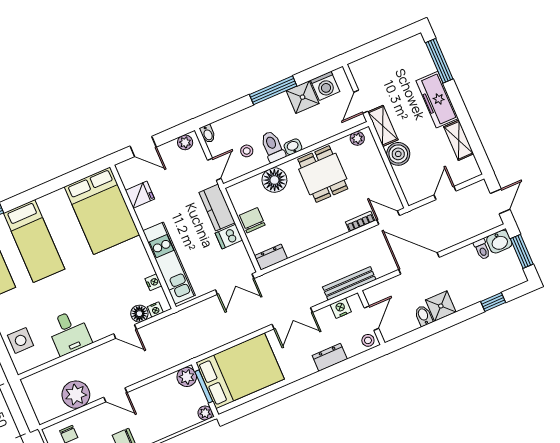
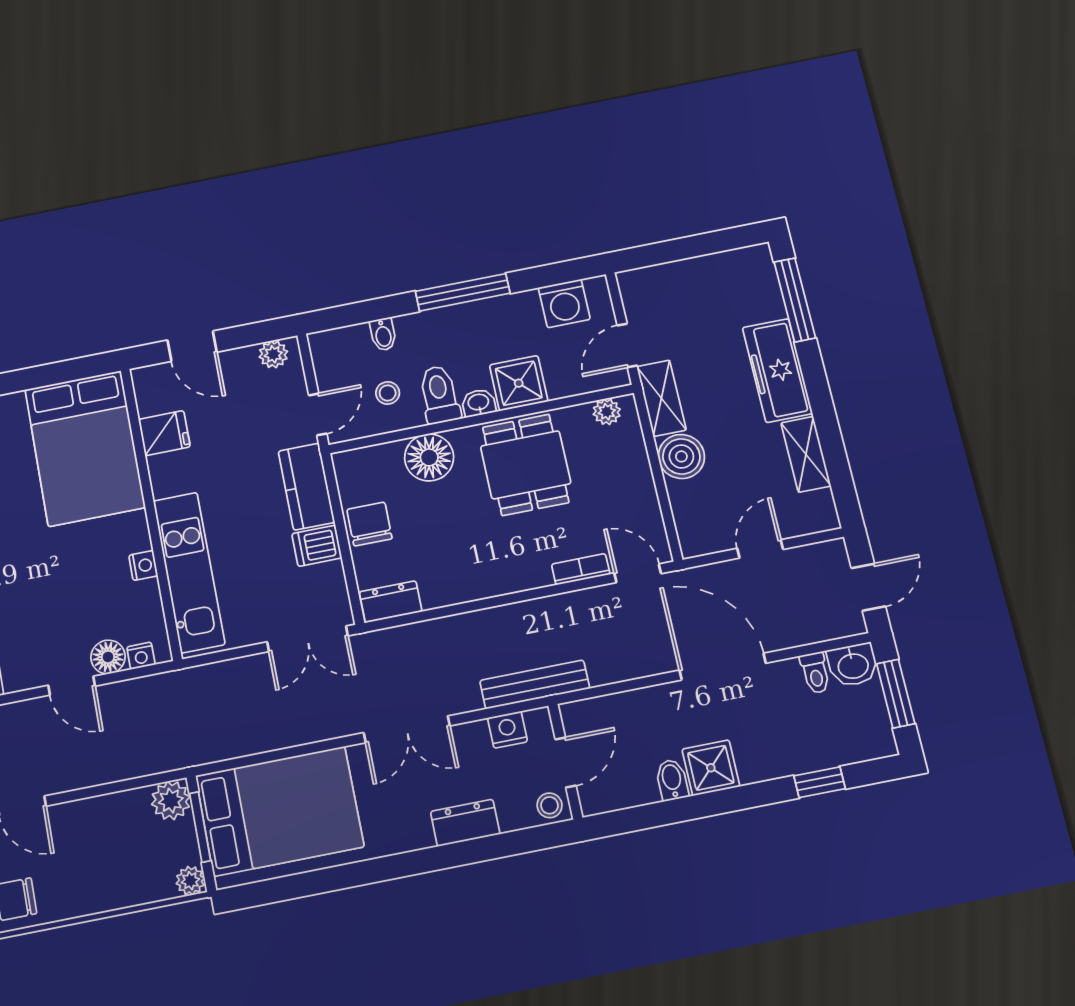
shower: (303, 97) -> (519, 383), moved
bidet: (208, 134) -> (383, 334), moved
door: (419, 263) -> (723, 667), moved
nightstand: (153, 282) -> (143, 566), moved

